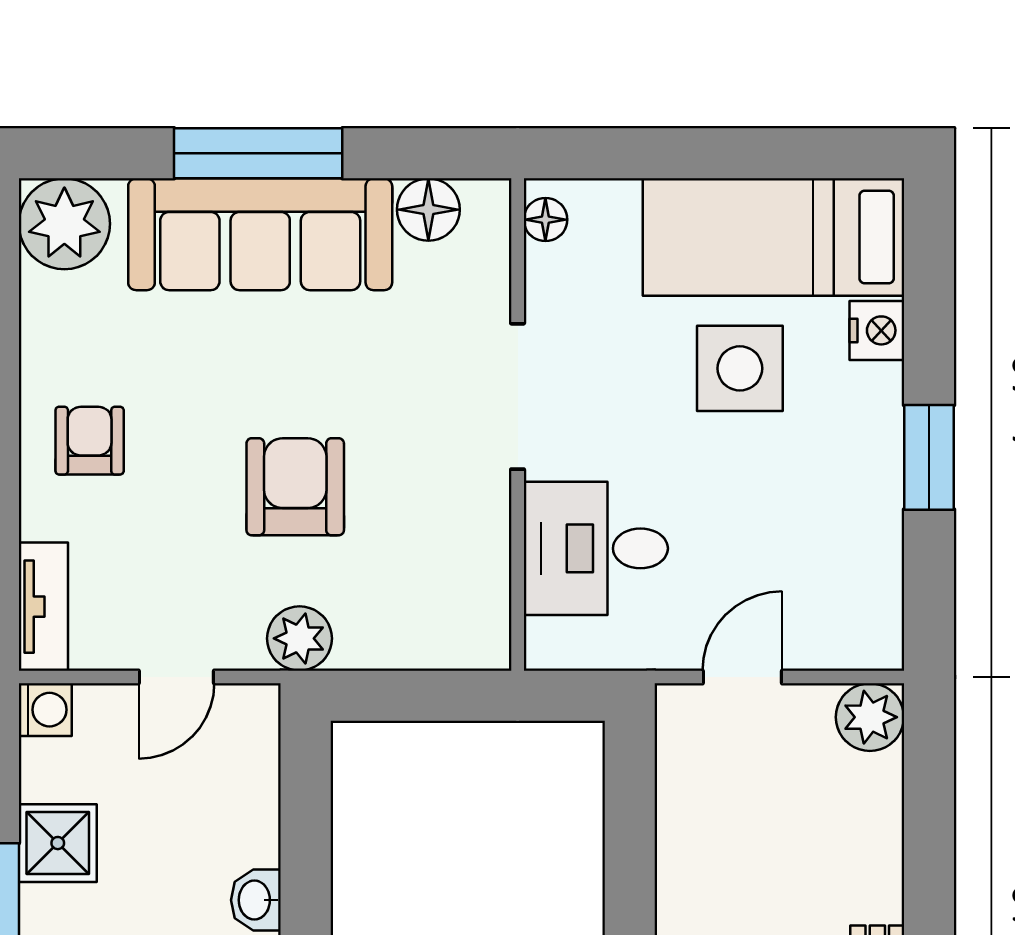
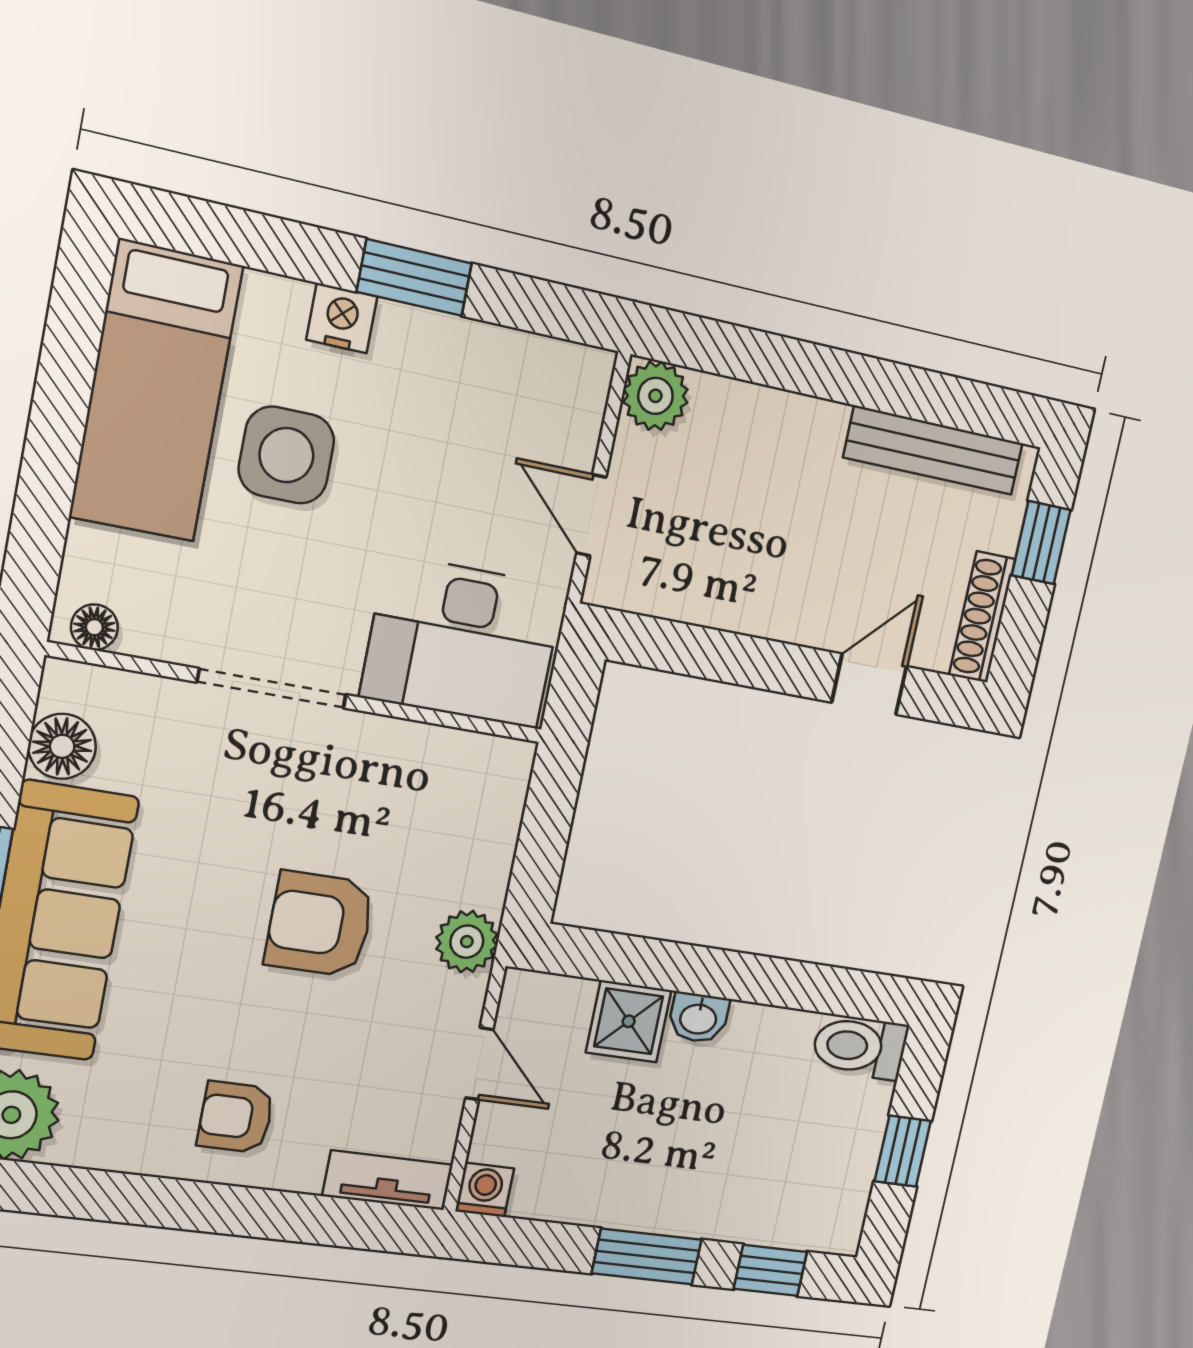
nightstand: (877, 330) -> (342, 318), moved
desk: (596, 548) -> (462, 642), width x1.37
shower: (58, 843) -> (629, 1021), moved

